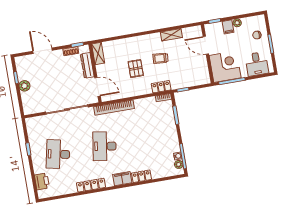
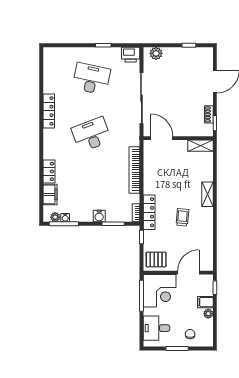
shelving: (171, 35) -> (207, 194), moved
dresser: (87, 65) -> (189, 131), removed
pallet: (136, 69) -> (156, 259), moved
plant: (24, 86) -> (156, 53), moved
door: (97, 87) -> (162, 138), swing flipped
locker: (161, 87) -> (149, 212), width x1.53
bookcase: (114, 108) -> (134, 170), moved
water cooler: (171, 128) -> (99, 216), added
desk: (105, 146) -> (91, 134), turned -30
filing cabinet: (122, 179) -> (50, 194), moved
printer: (42, 181) -> (131, 55), moved

